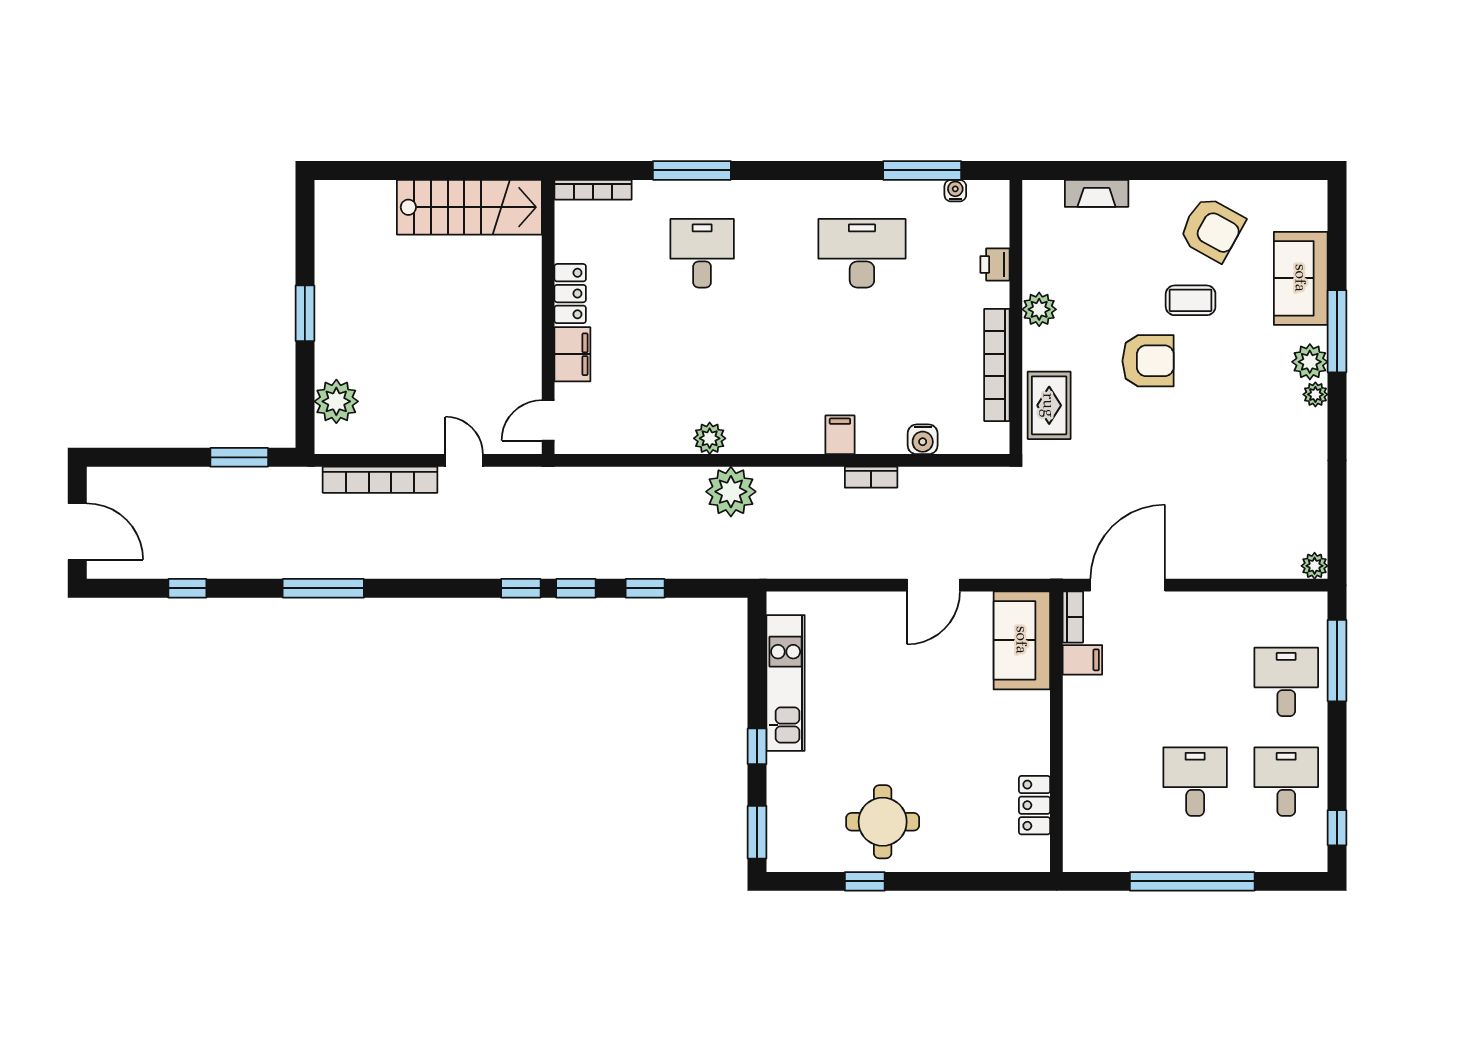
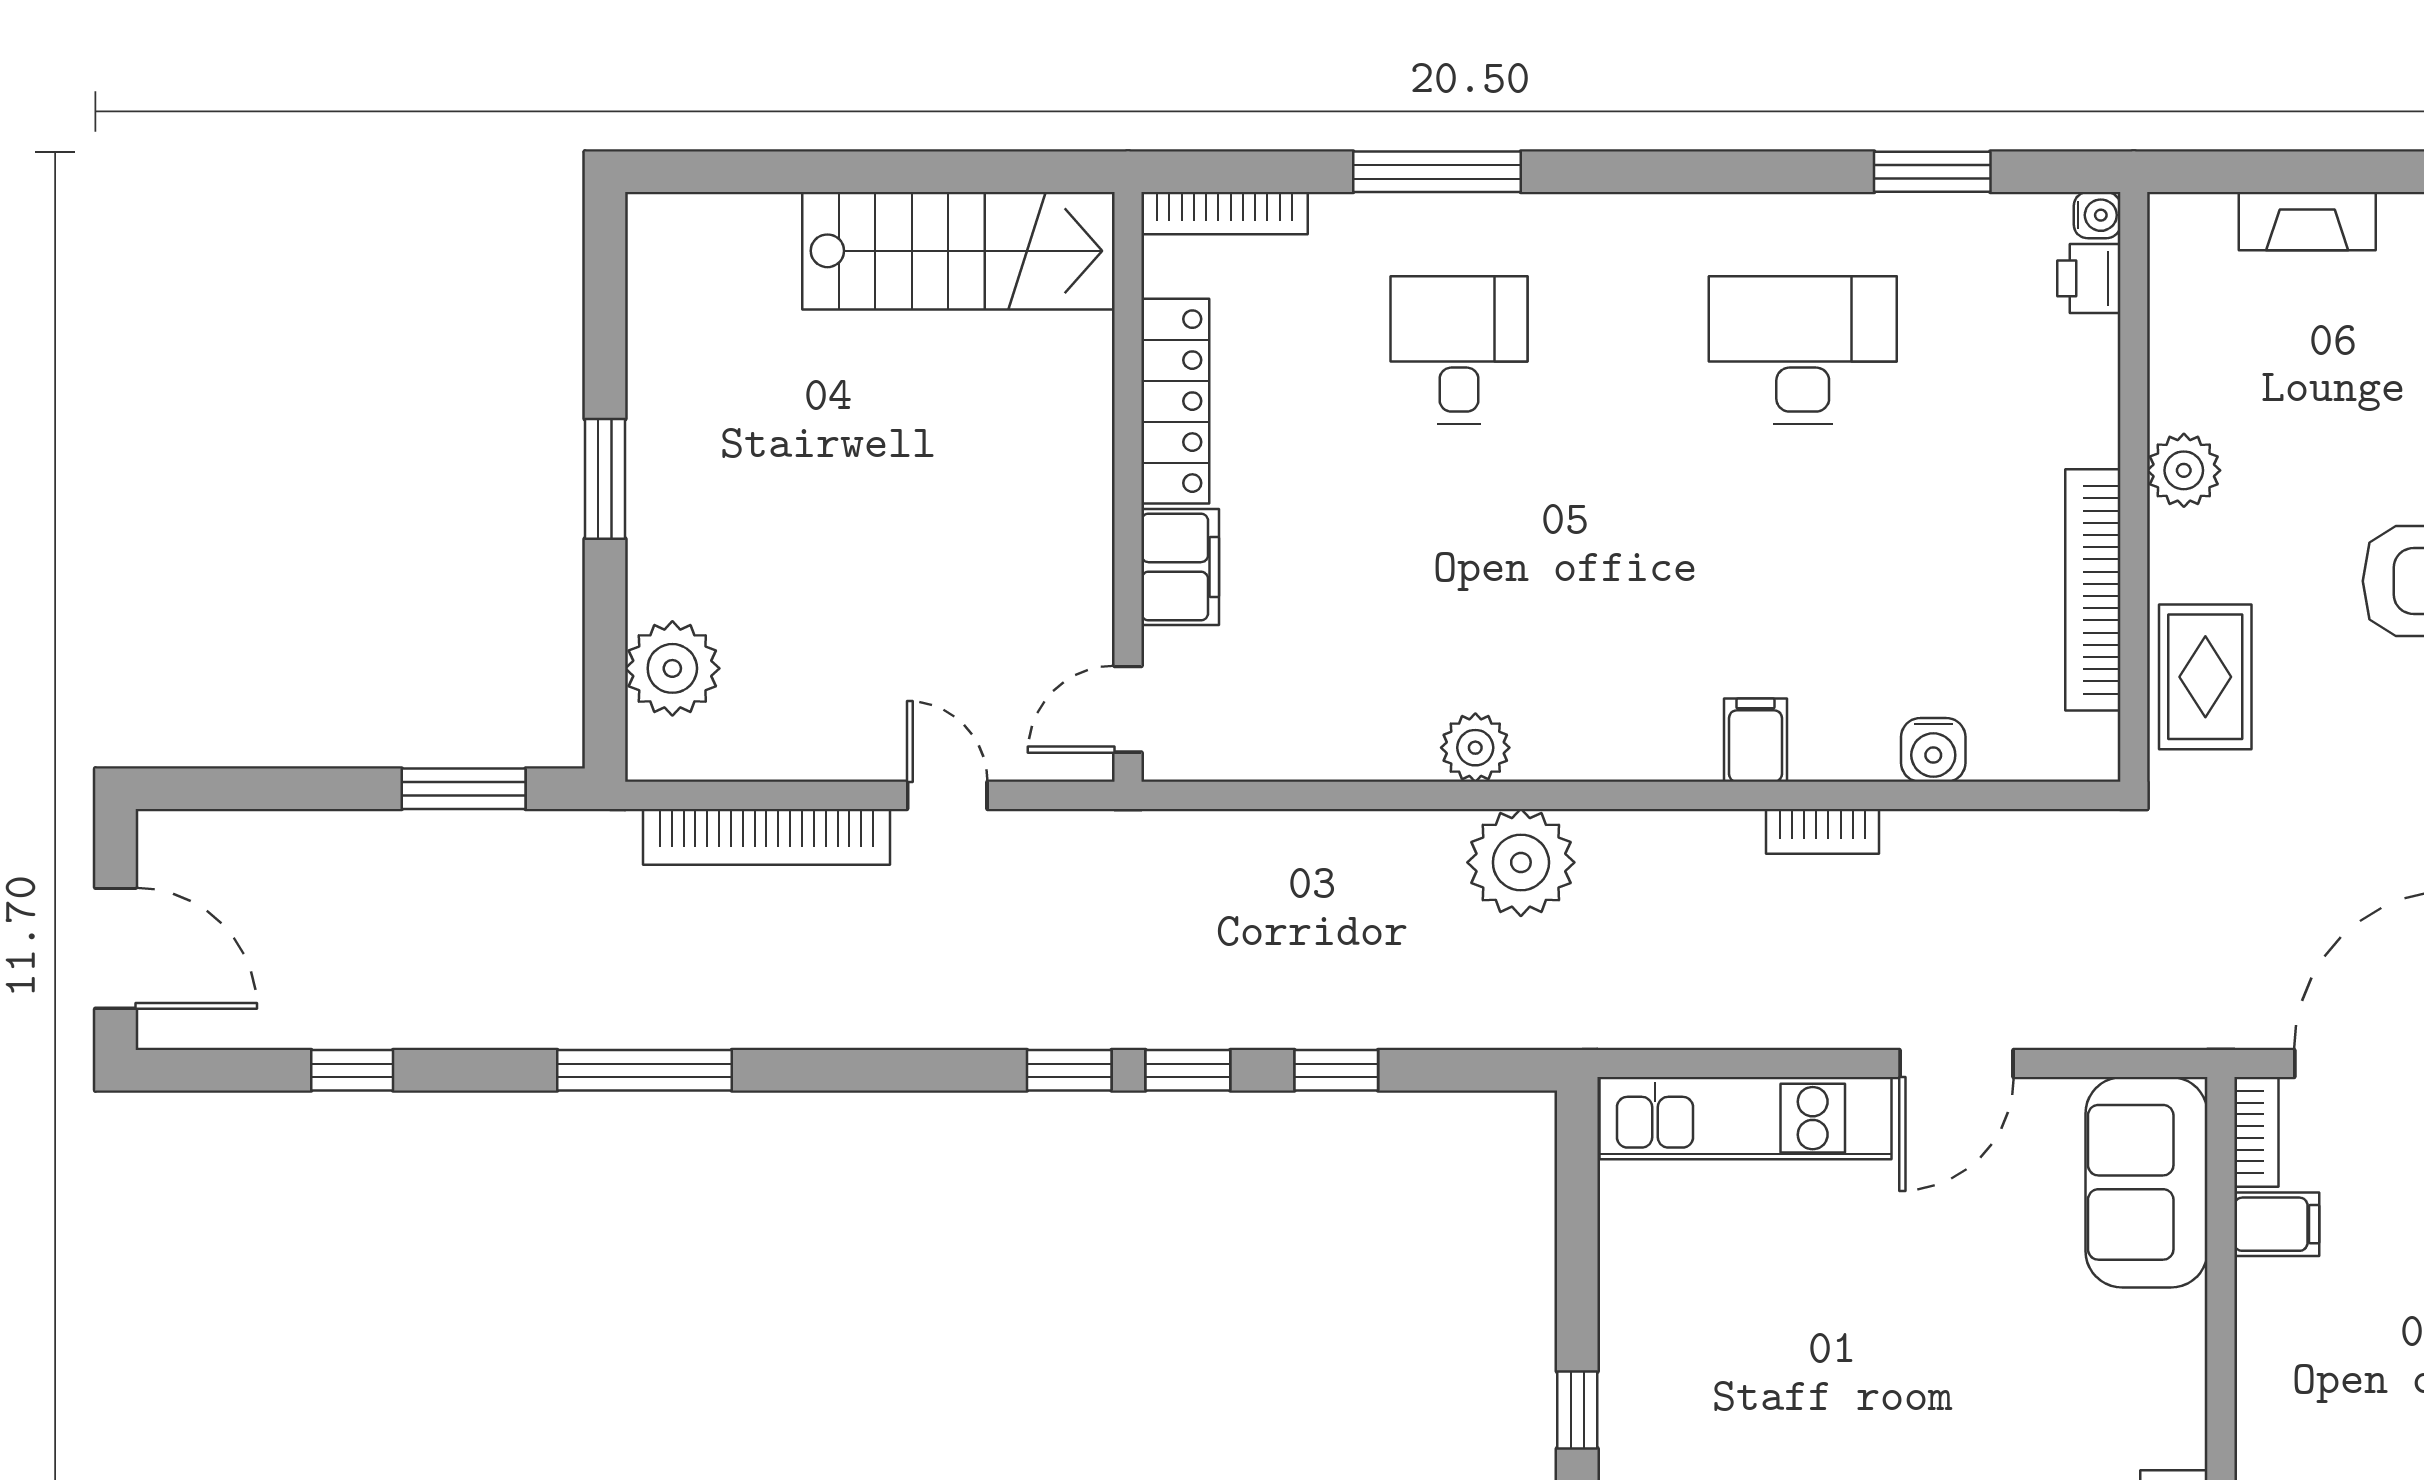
window: (922, 170) -> (1932, 172), width x0.69
water cooler: (955, 191) -> (2097, 215), moved, turned 90
printer: (995, 264) -> (2089, 278), moved
locker: (570, 294) -> (1175, 401), width x1.53
kitchen unit: (786, 683) -> (1746, 1118), moved, turned 90

